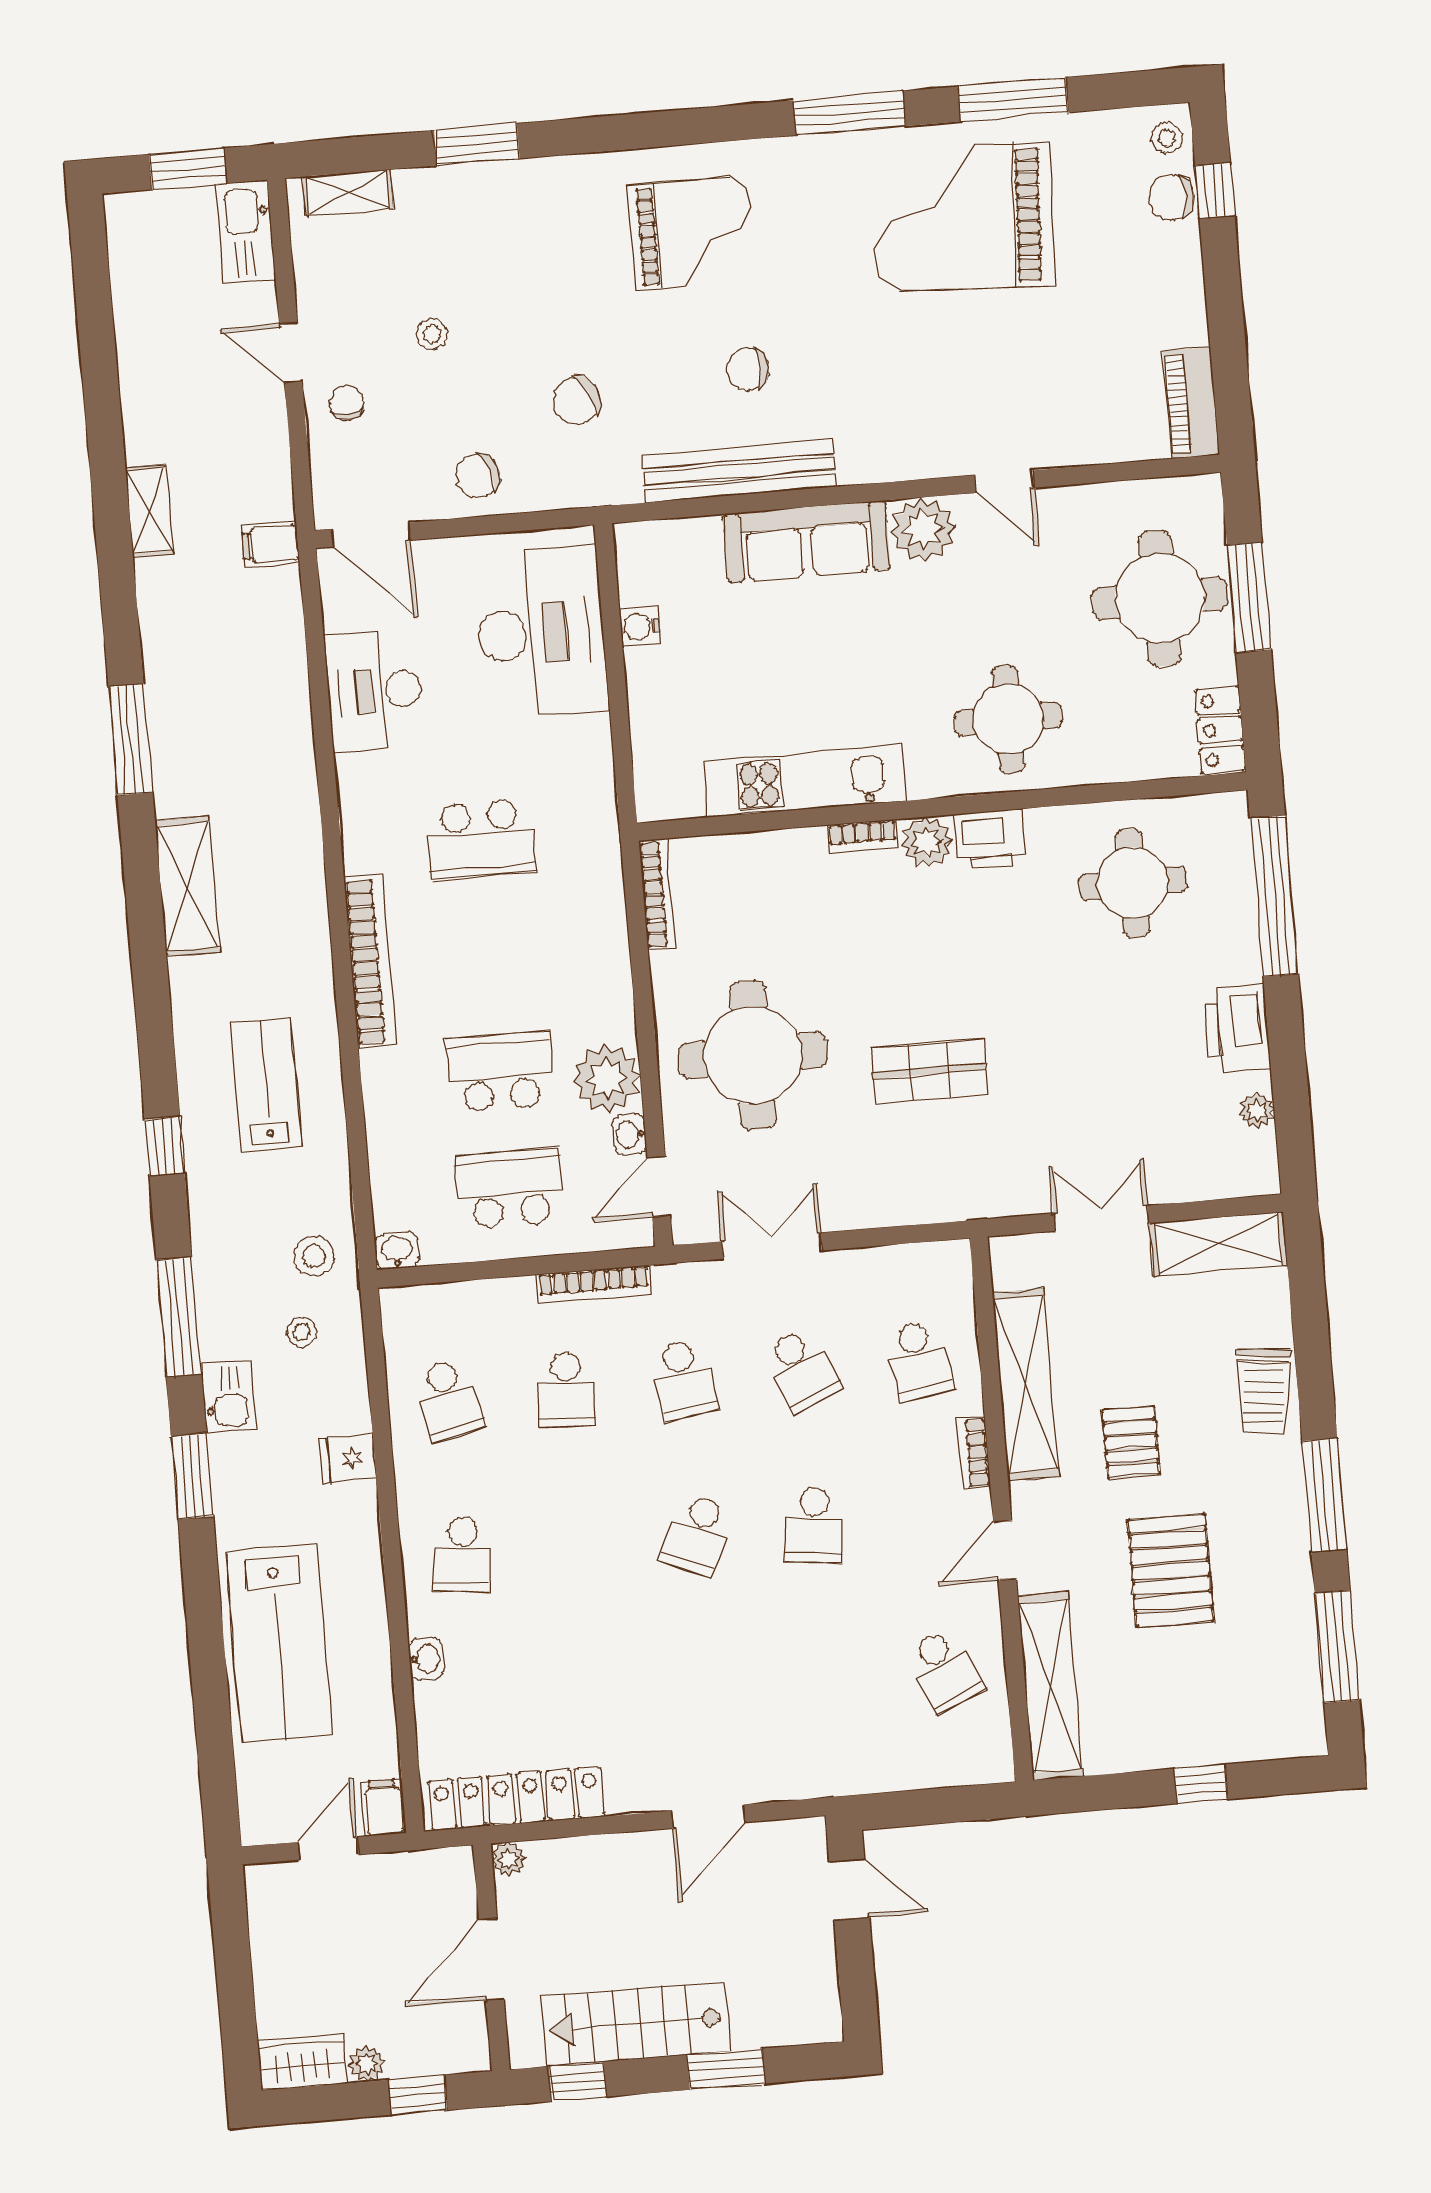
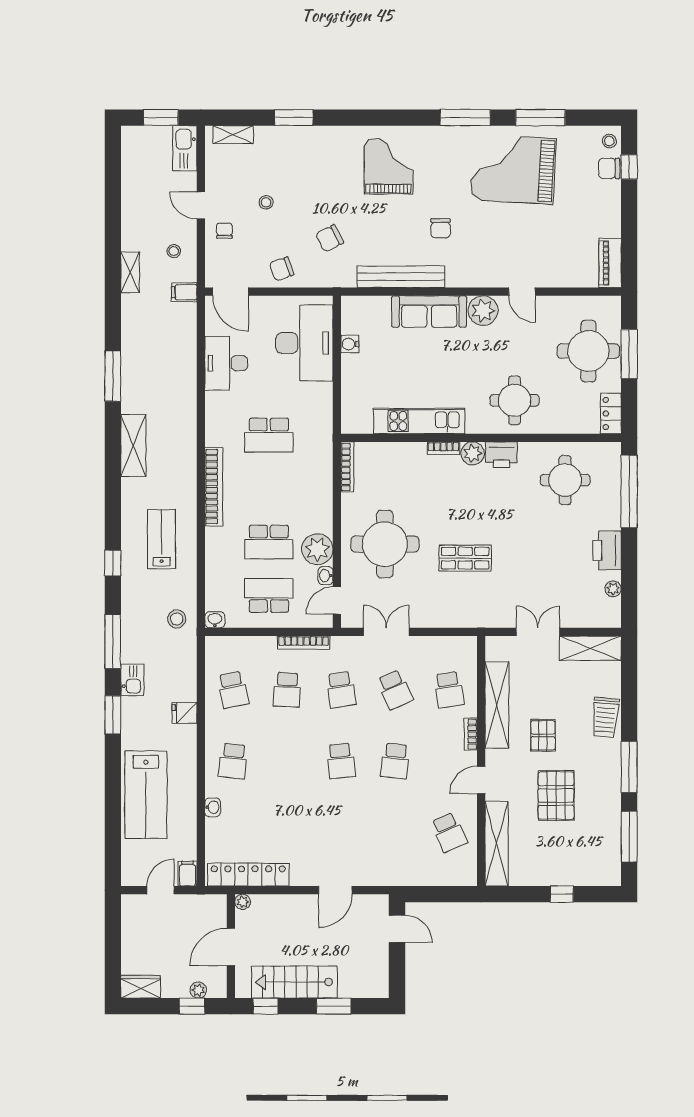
grand piano: (692, 233) -> (388, 166), turned -90
chair: (748, 369) -> (441, 228), moved, turned -90
school desk: (500, 1072) -> (269, 542), turned 180
stool: (302, 1332) -> (174, 251), moved
school desk: (697, 1535) -> (341, 761), turned -30
plant: (367, 2064) -> (198, 990), moved

